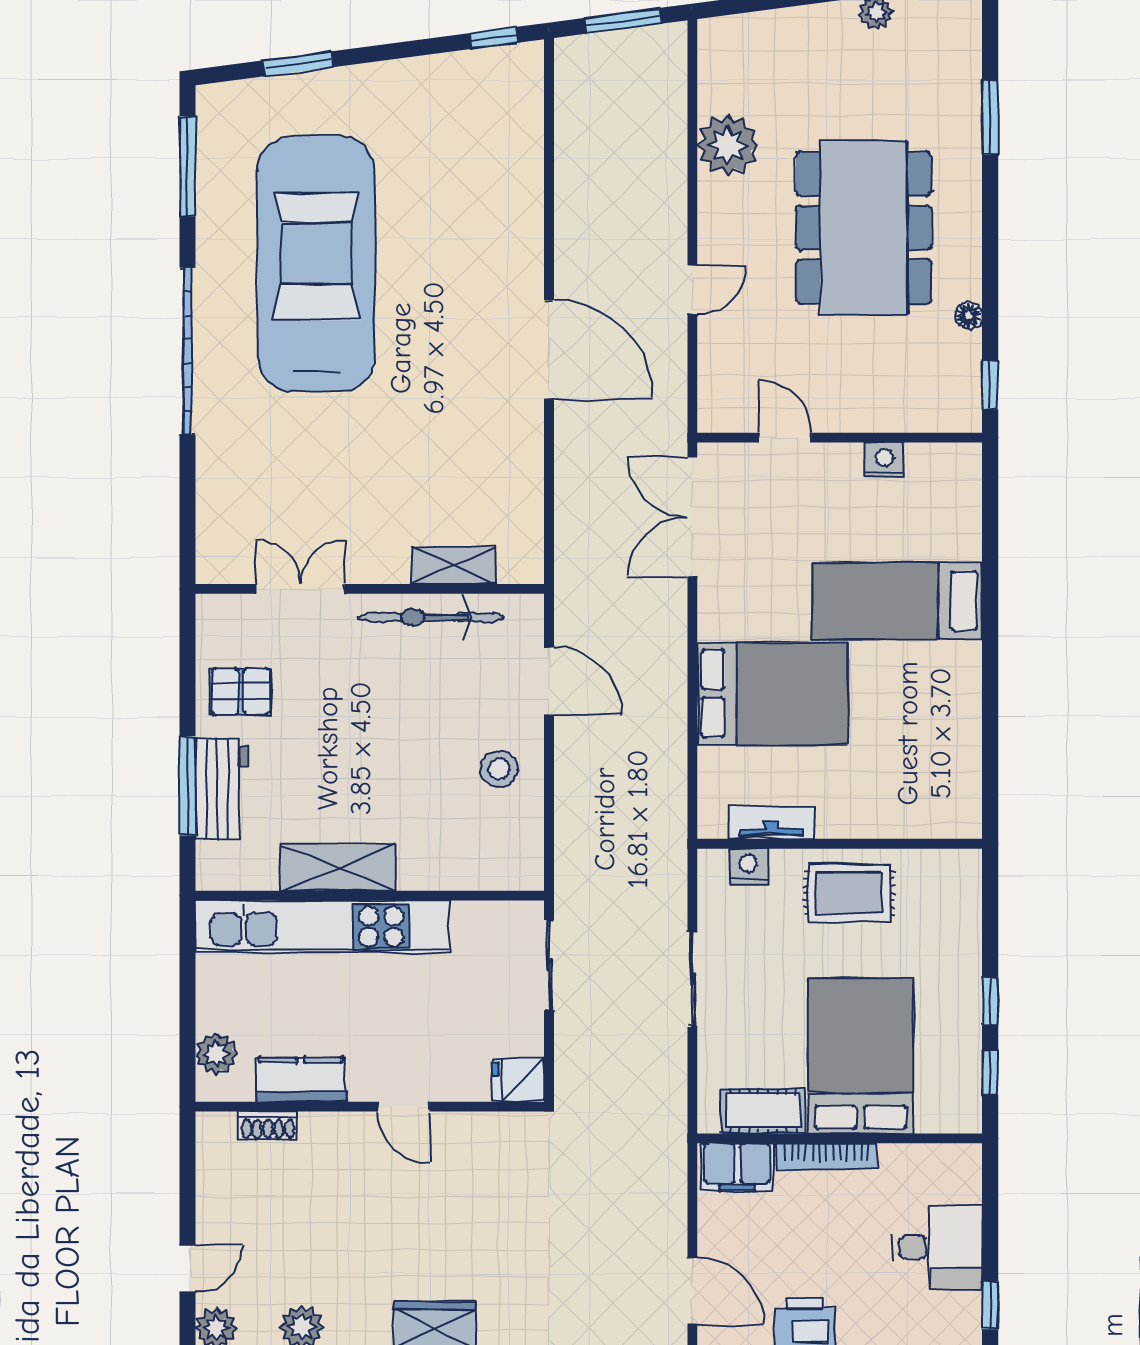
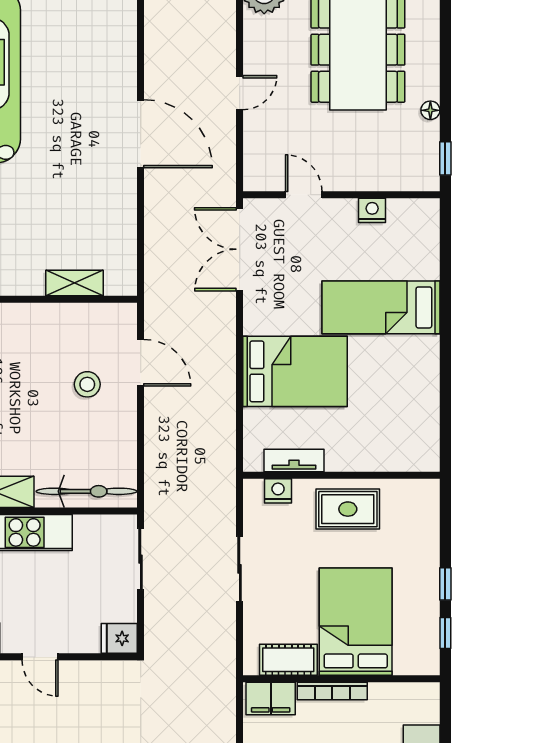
bicycle: (430, 617) -> (87, 491), moved, turned 180
stool: (499, 769) -> (87, 384), moved

